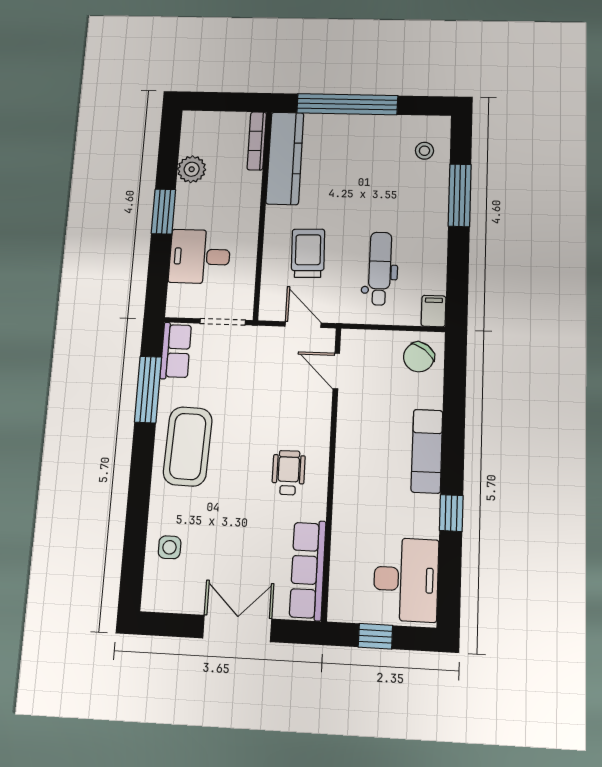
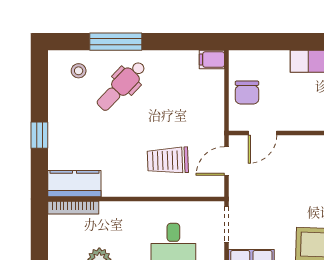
window: (347, 104) -> (39, 135), width x0.32
kitchen counter: (285, 158) -> (74, 184), width x0.67
dental chair: (380, 268) -> (121, 86), moved, turned -46
chair: (419, 357) -> (247, 93), moved, turned 53

